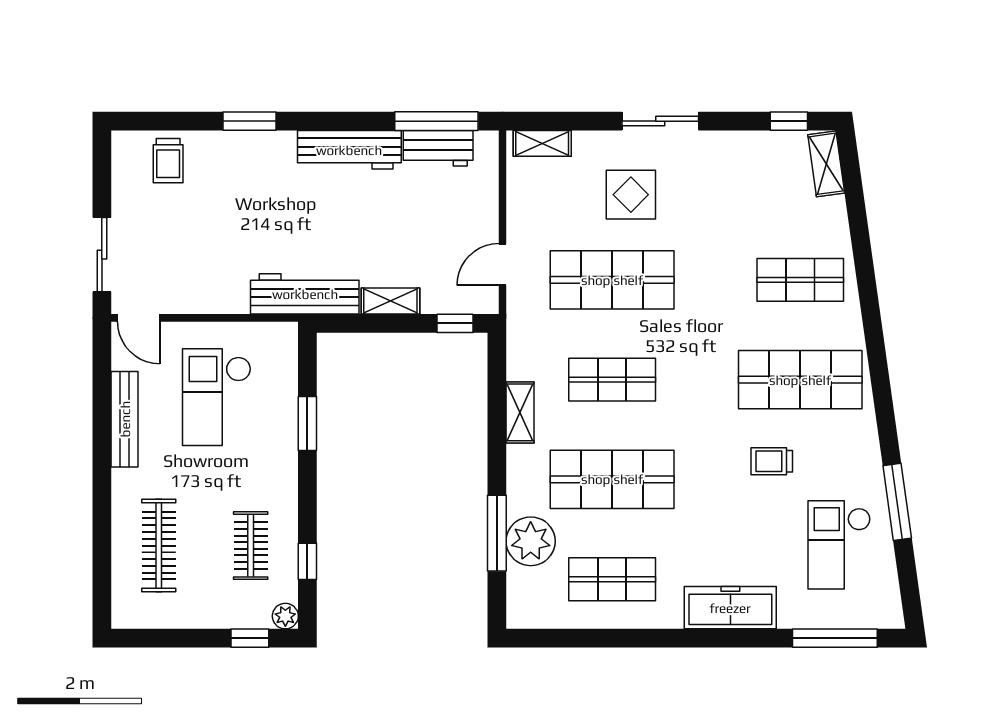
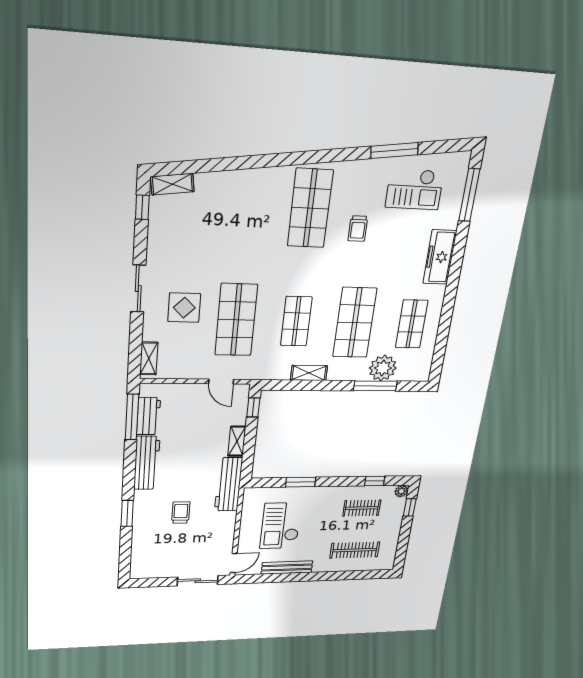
trolley: (168, 161) -> (181, 513), moved, turned -90
shop shelf: (800, 280) -> (247, 205), removed
checkout: (217, 397) -> (281, 526), turned 90

